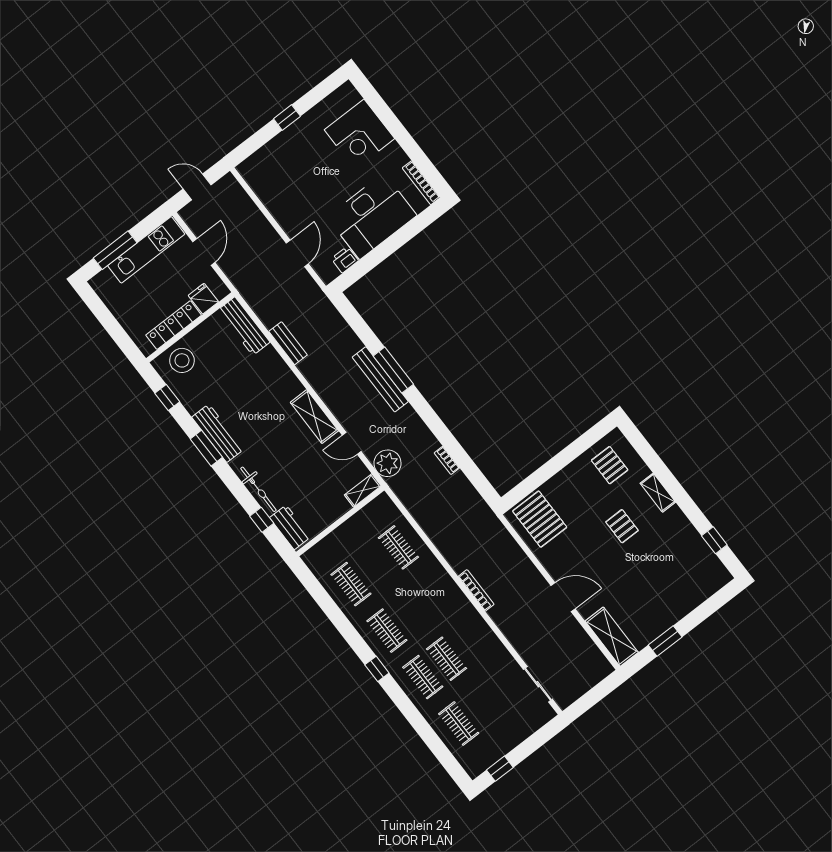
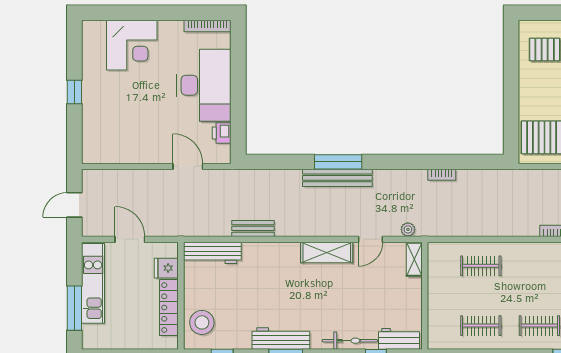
plant: (388, 463) -> (408, 229), width x0.53, depth x0.53

